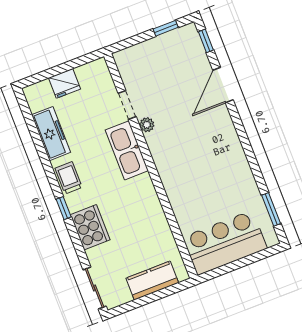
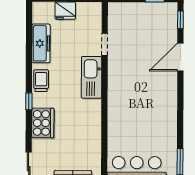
plant: (147, 125) -> (113, 64), removed

